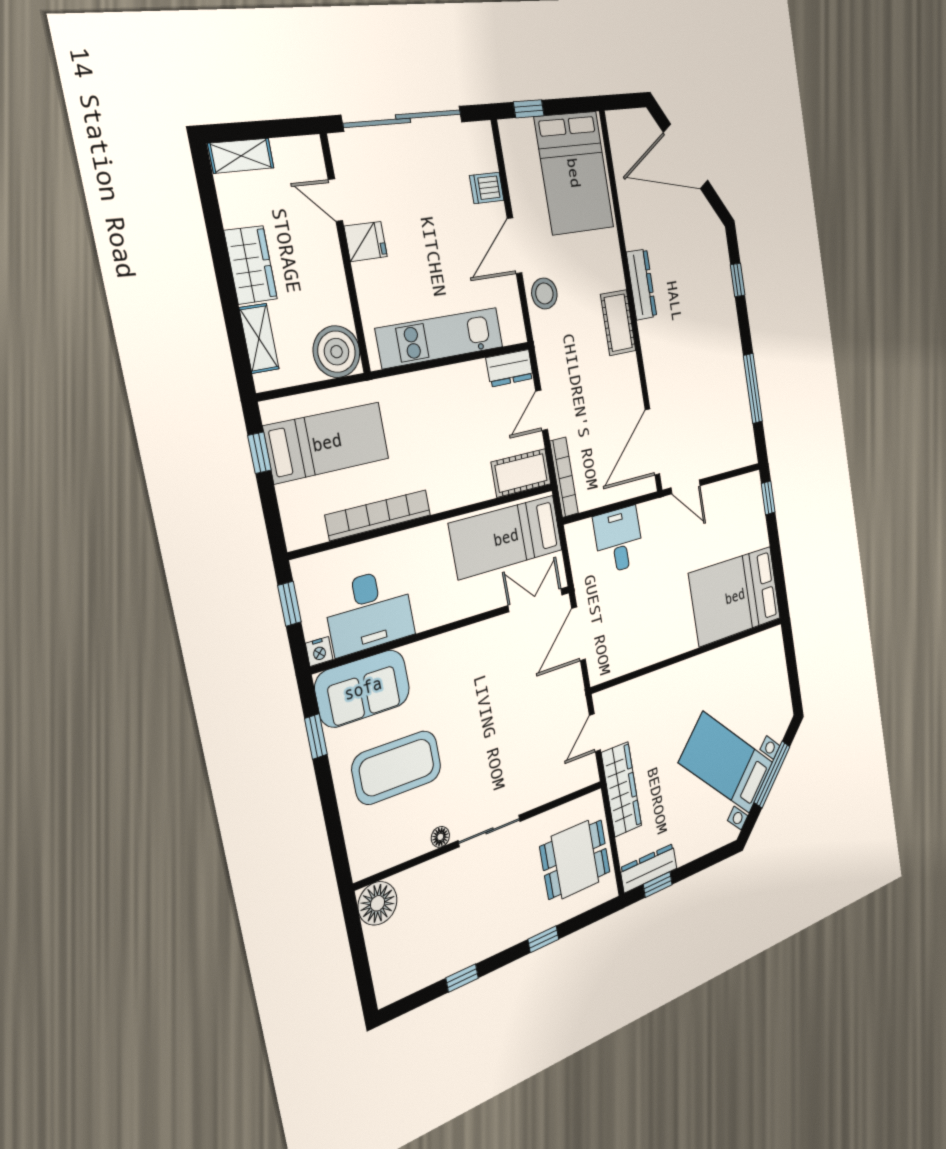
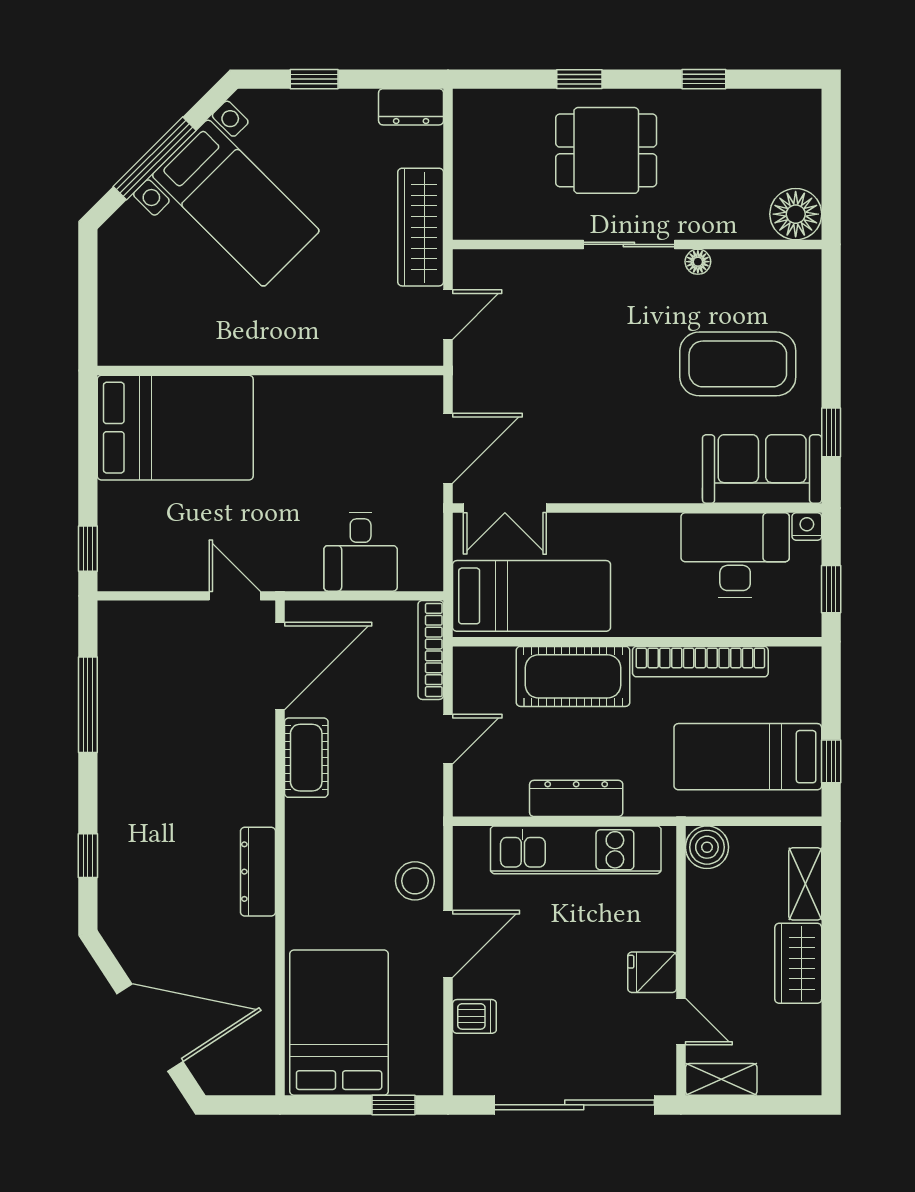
shelving: (241, 156) -> (721, 1079), moved
cot: (618, 323) -> (306, 758), moved
boiler: (337, 352) -> (707, 847), width x0.73, depth x0.73
dresser: (510, 368) -> (576, 798), moved, width x1.44
cot: (521, 473) -> (573, 676), moved, width x1.37, depth x1.34
dining table: (575, 859) -> (606, 150), moved
dresser: (649, 868) -> (411, 107), width x0.70
window: (658, 885) -> (314, 79), moved

